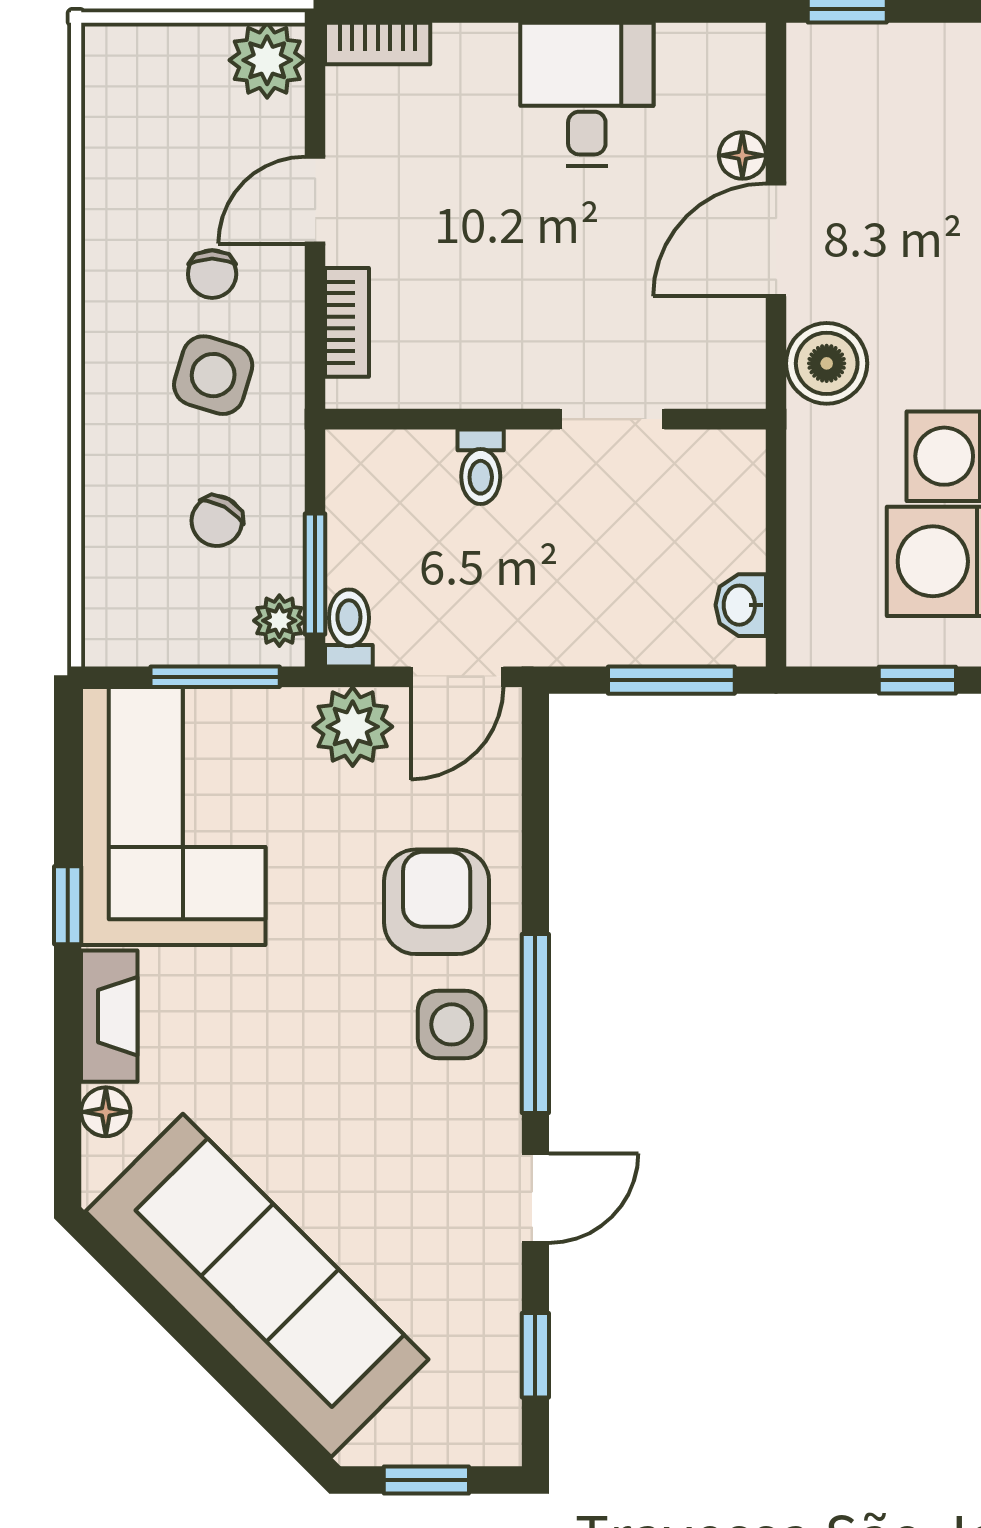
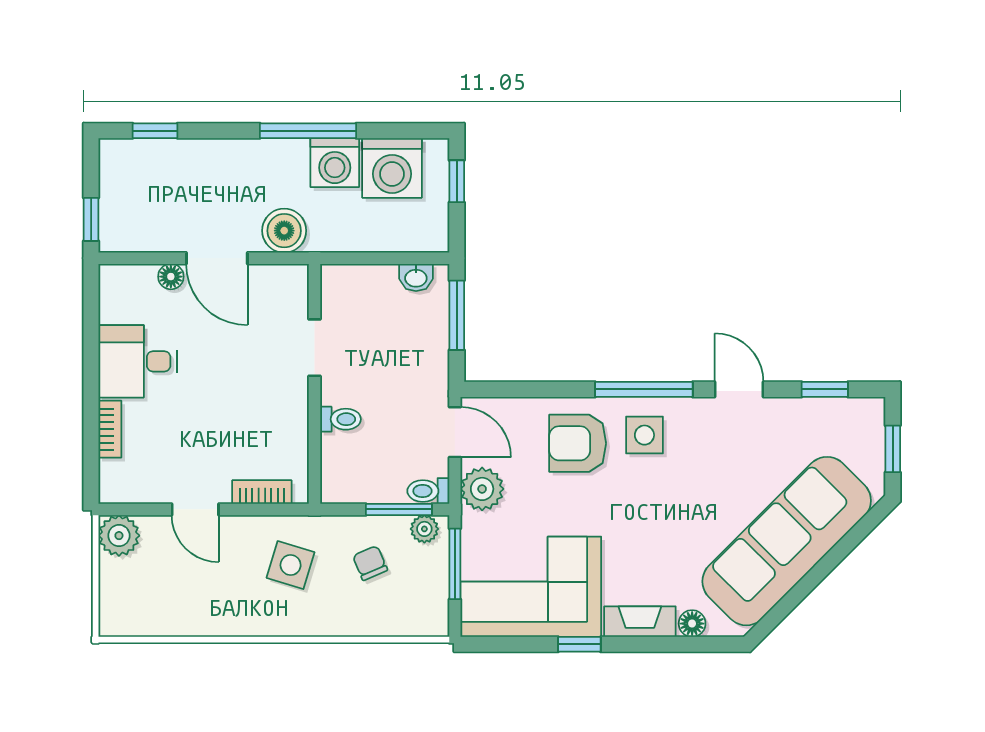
bookcase: (378, 43) -> (110, 429), moved
chair: (212, 274) -> (235, 566), removed
chair: (217, 521) -> (370, 563), turned -142

